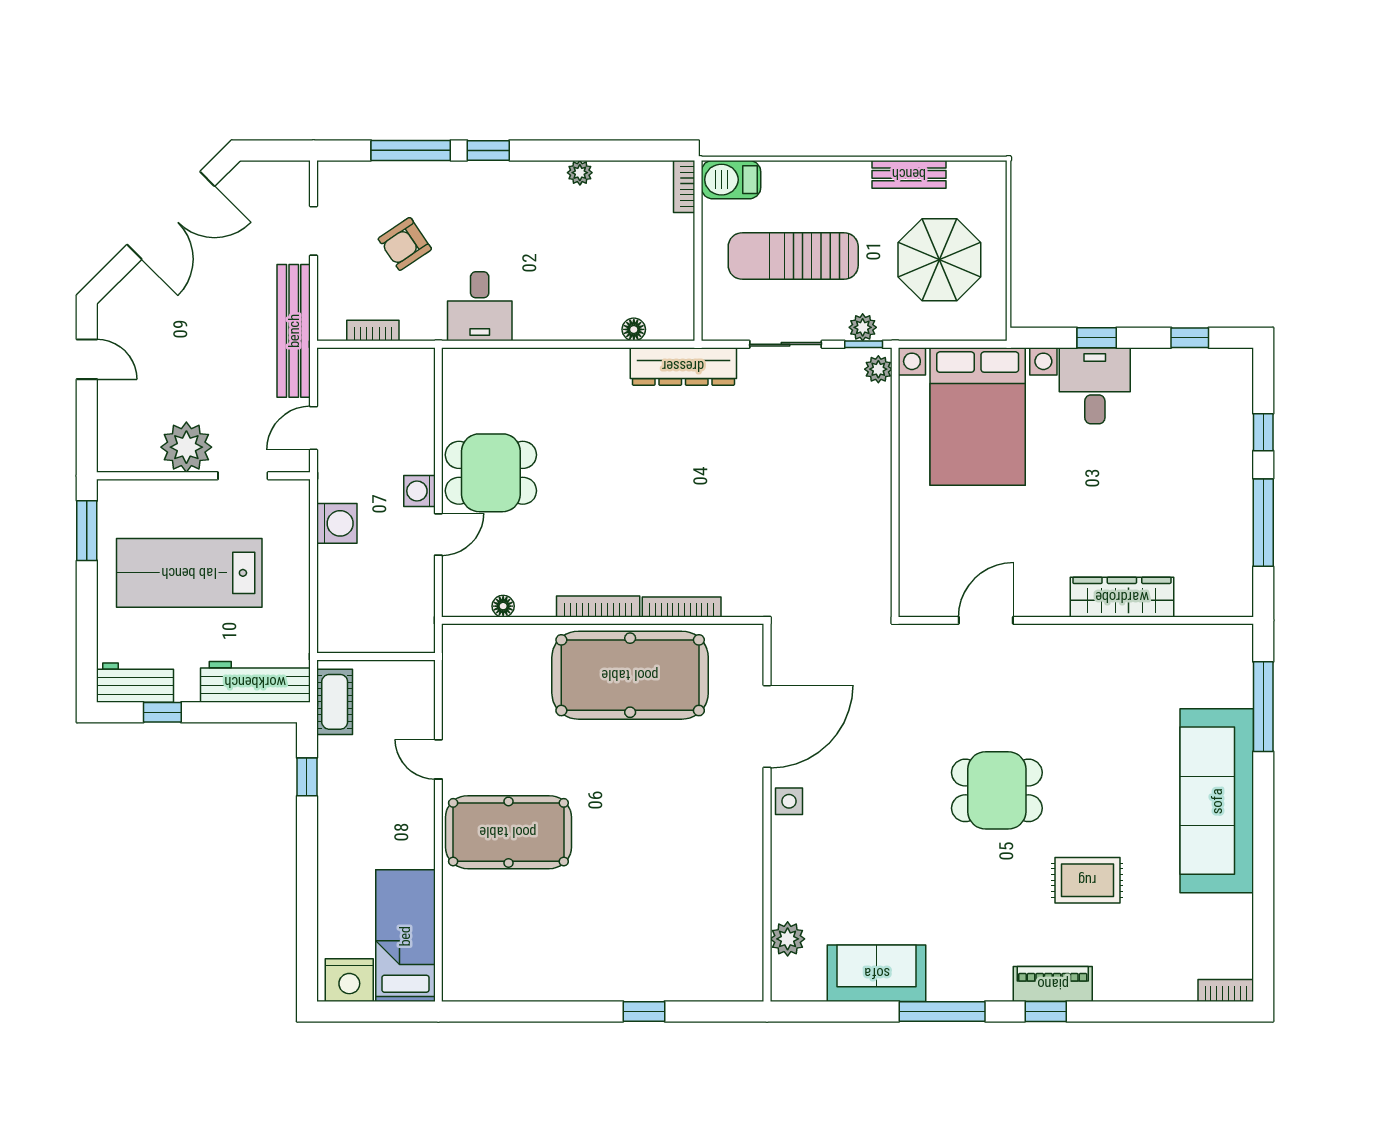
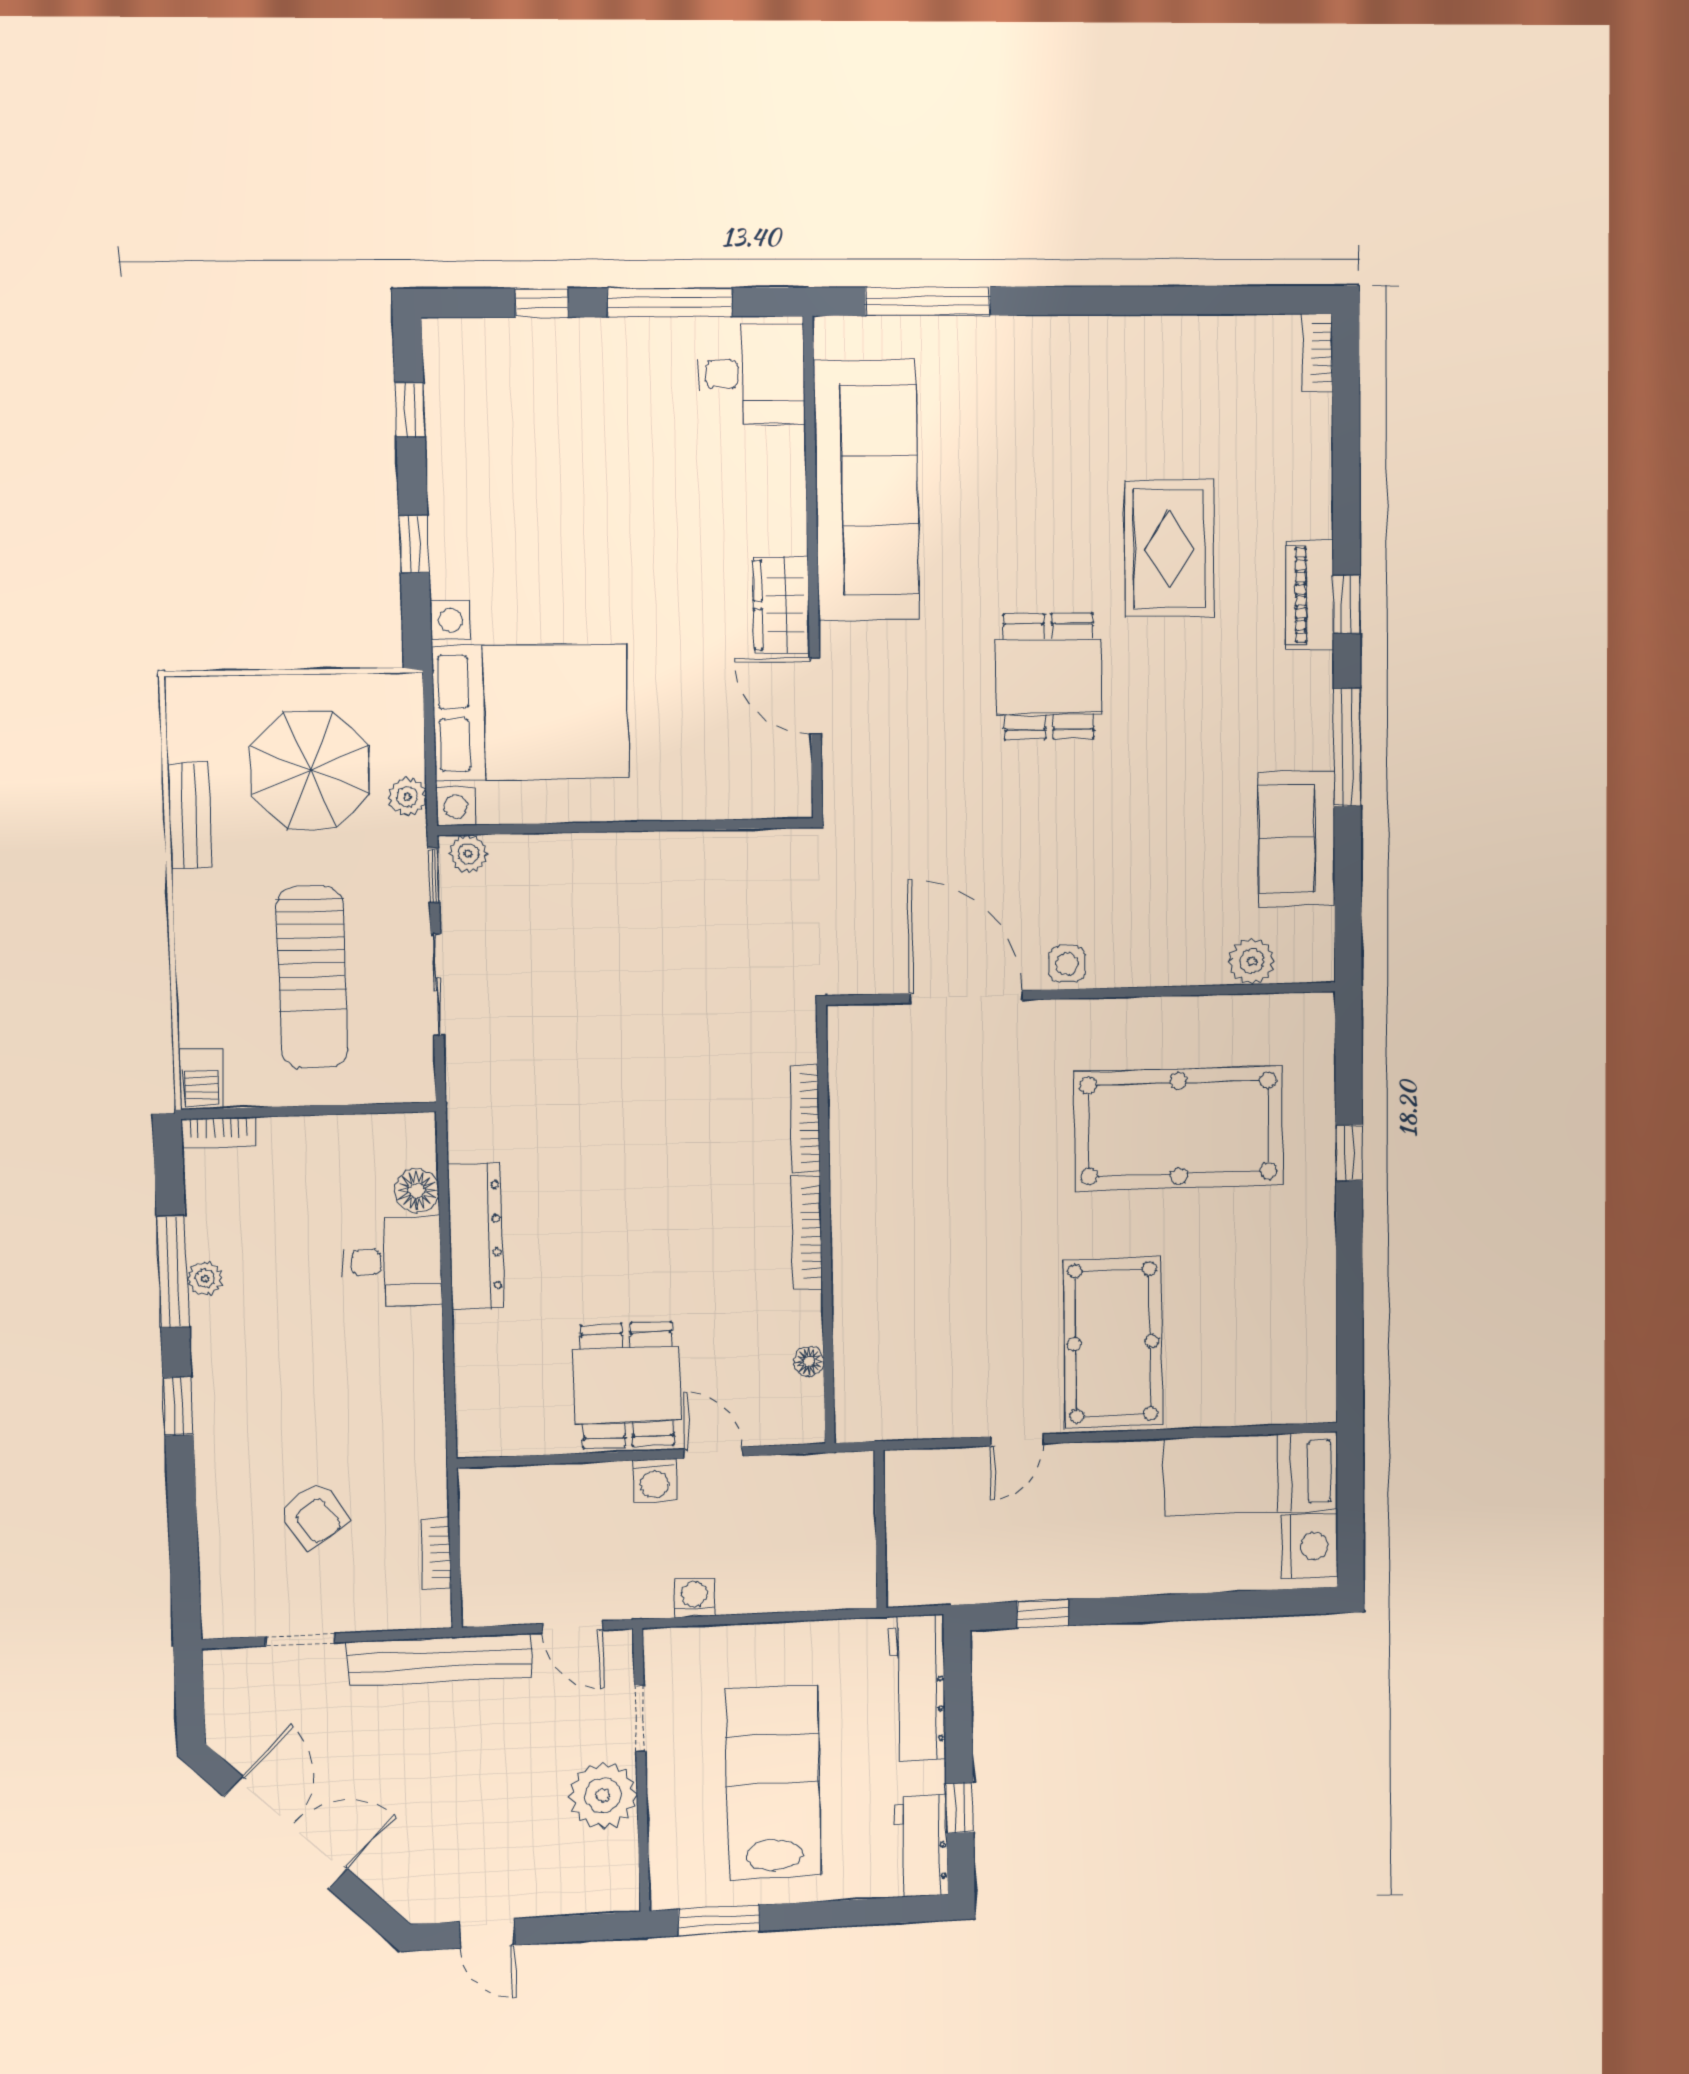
window: (411, 150) -> (173, 1272), moved
barbecue: (731, 180) -> (201, 1079), width x0.73, depth x0.79
desk: (480, 306) -> (393, 1261), moved
plant: (863, 327) -> (407, 797), moved
floor lamp: (634, 329) -> (417, 1191), width x1.37, depth x1.37
door: (87, 359) -> (487, 1933), swing flipped
dresser: (683, 366) -> (476, 1236), moved
desk: (1095, 386) -> (751, 374), moved, turned 180
washing machine: (337, 523) -> (694, 1597), width x0.73, depth x0.73
lab bench: (189, 573) -> (773, 1783), turned 180
wardrobe: (1122, 597) -> (781, 605), moved, width x0.67
pool table: (630, 675) -> (1179, 1128), moved, turned 90
cot: (335, 702) -> (942, 1582), removed
sofa: (1217, 801) -> (867, 490), moved, turned -90
rug: (1087, 880) -> (1169, 548), width x1.36, depth x1.43

